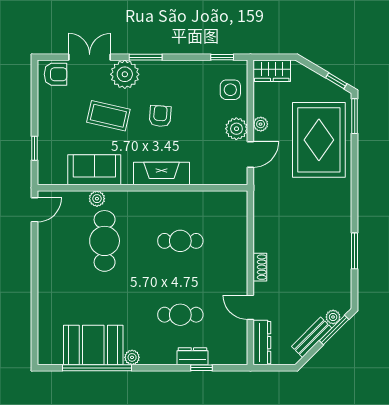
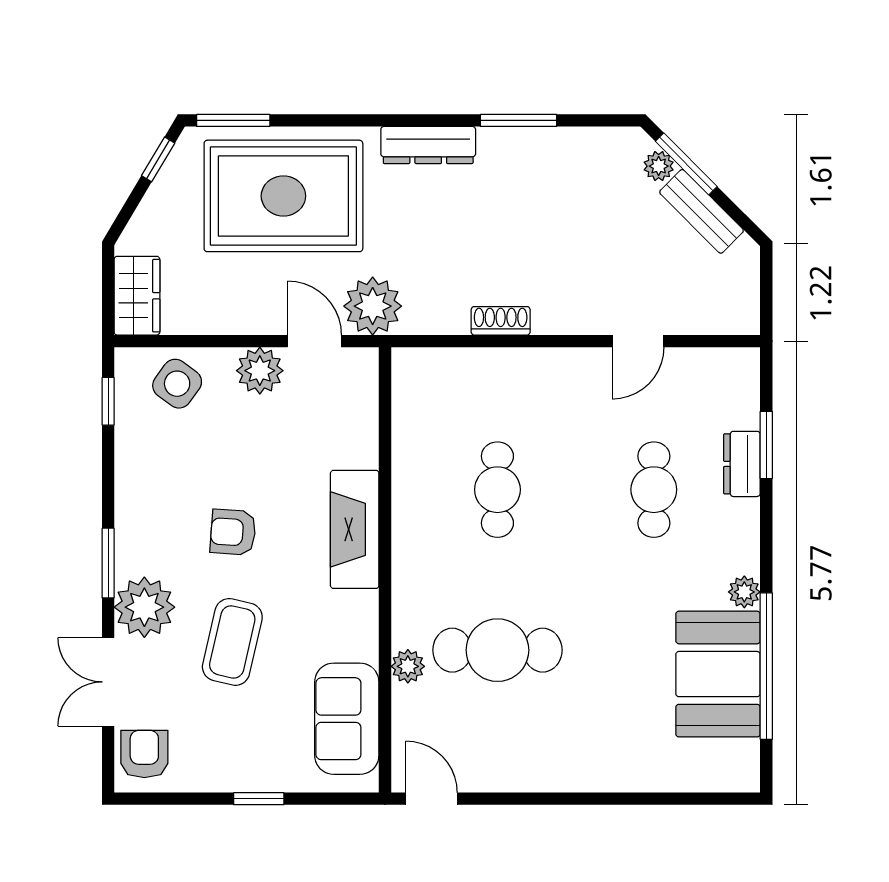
side table: (230, 90) -> (177, 384), turned 36
plant: (261, 124) -> (373, 306), moved, width x1.88, depth x1.88
window: (34, 148) -> (259, 799), moved
sofa: (94, 170) -> (347, 719), moved
shoe rack: (260, 267) -> (501, 321), moved
dresser: (262, 343) -> (428, 145), moved, turned 180
window: (201, 368) -> (766, 445), width x1.50

